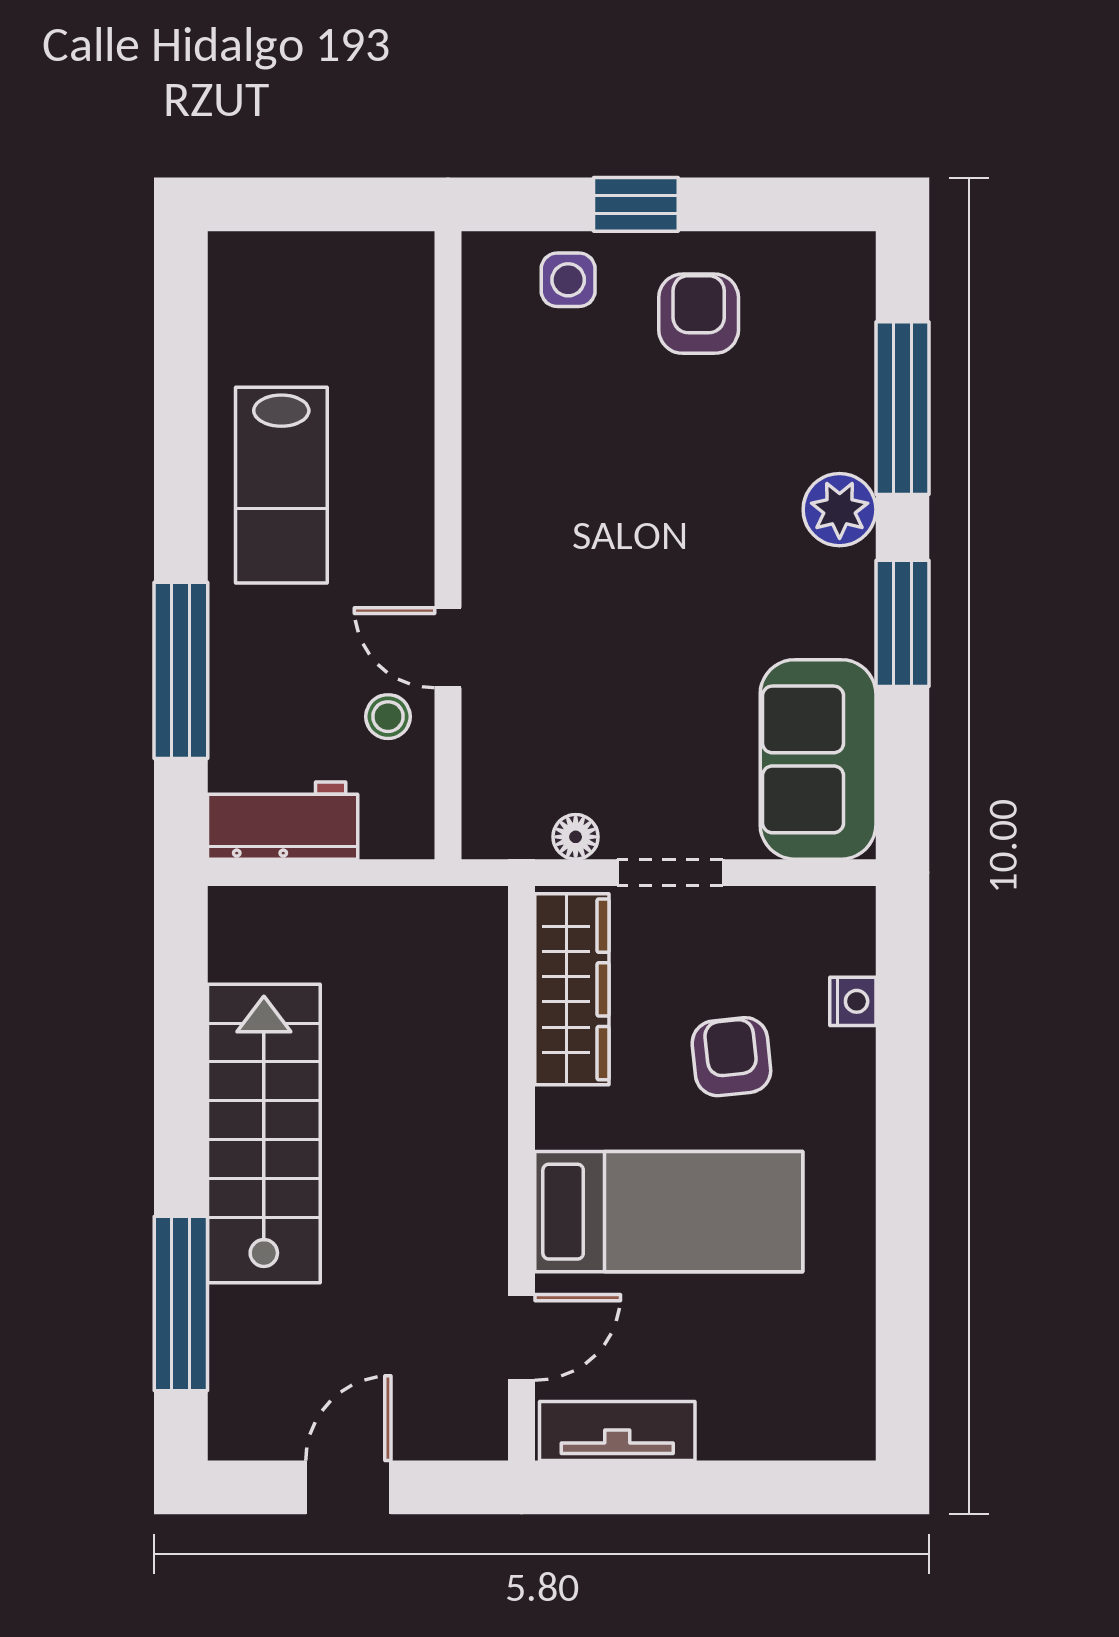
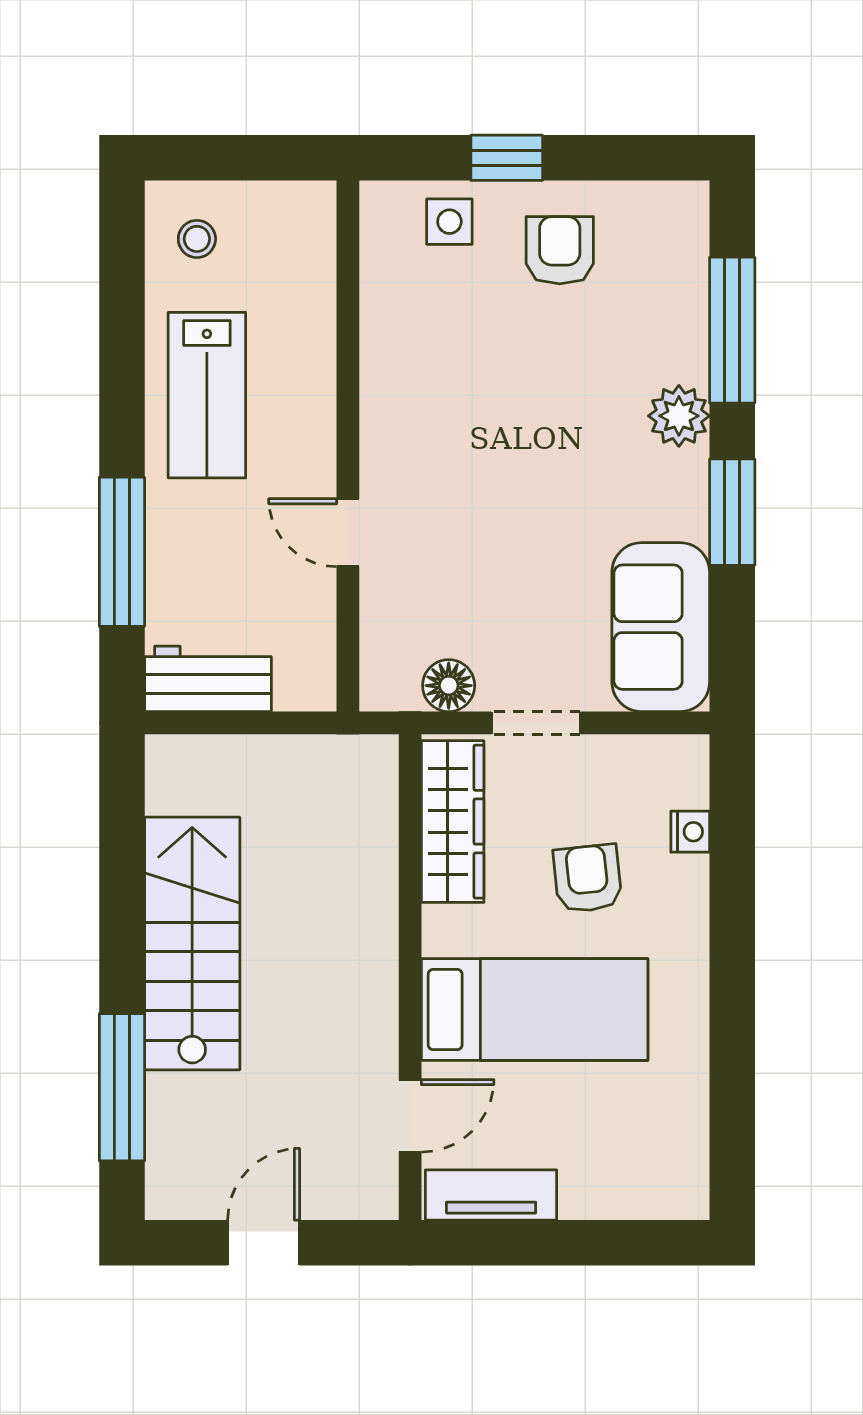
stool: (388, 717) -> (197, 239), moved
floor lamp: (576, 837) -> (449, 686), width x1.37, depth x1.37

